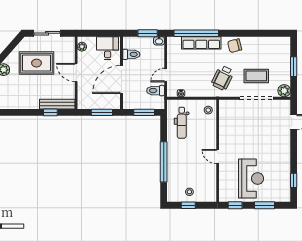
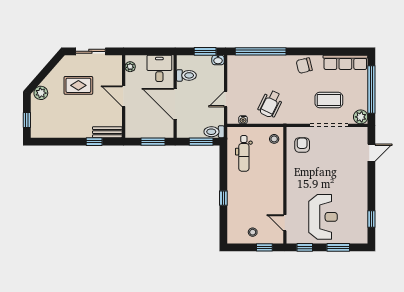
row of seats: (201, 43) -> (345, 62), moved
rug: (36, 63) -> (78, 85), width x0.73, depth x0.70
window: (294, 67) -> (371, 89), width x2.11
wheelchair: (223, 78) -> (270, 104), moved
door: (121, 79) -> (175, 104), hinge flipped
toilet: (156, 91) -> (214, 132), moved
bench: (57, 104) -> (107, 132), width x0.73
armchair: (233, 115) -> (302, 145), added
door: (218, 157) -> (285, 223), moved
window: (164, 162) -> (223, 198), width x0.32
window: (188, 205) -> (264, 247), moved

